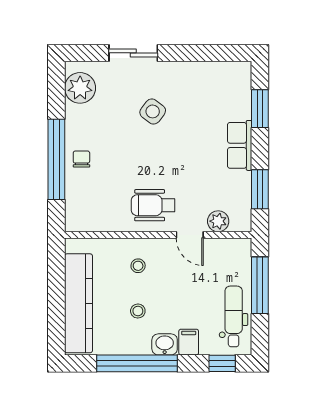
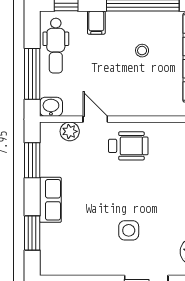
side table: (153, 111) -> (129, 230), turned -37
stool: (138, 266) -> (142, 91), removed
washbasin: (165, 344) -> (51, 107), moved, turned 180

